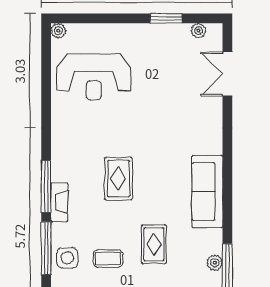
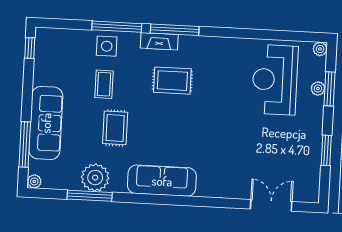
window: (100, 18) -> (329, 89), added
plant: (199, 31) -> (318, 89), moved
rug: (118, 179) -> (172, 81), moved
rug: (154, 244) -> (115, 128), turned 90
plant: (215, 263) -> (95, 178), width x1.88, depth x1.88

